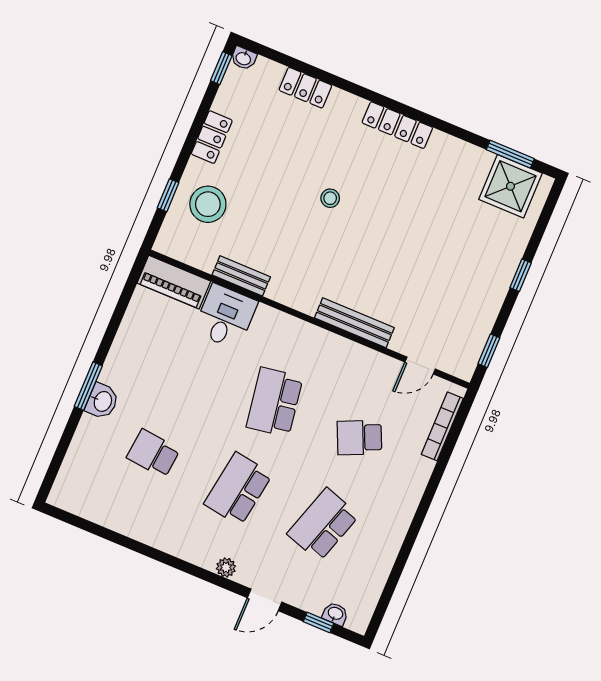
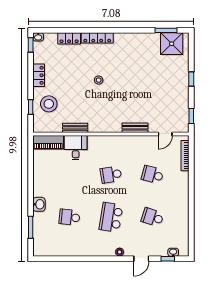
locker: (397, 125) -> (97, 38), moved
bench: (354, 323) -> (135, 128), width x0.73
window: (88, 386) -> (31, 227), moved
school desk: (275, 402) -> (111, 175), width x0.54
school desk: (359, 438) -> (153, 175), turned 39
school desk: (323, 525) -> (153, 217), width x0.54

